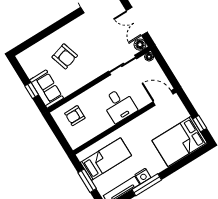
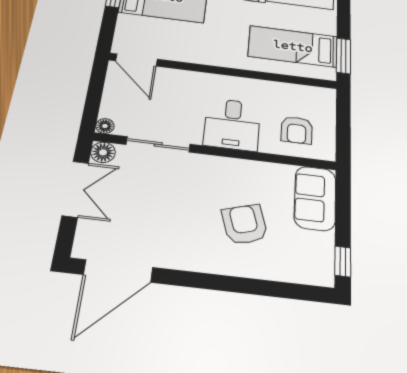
window: (32, 90) -> (343, 261), moved
desk: (119, 105) -> (232, 124), moved, turned 180
armchair: (75, 116) -> (297, 130), turned 90
window: (87, 181) -> (344, 56), moved

